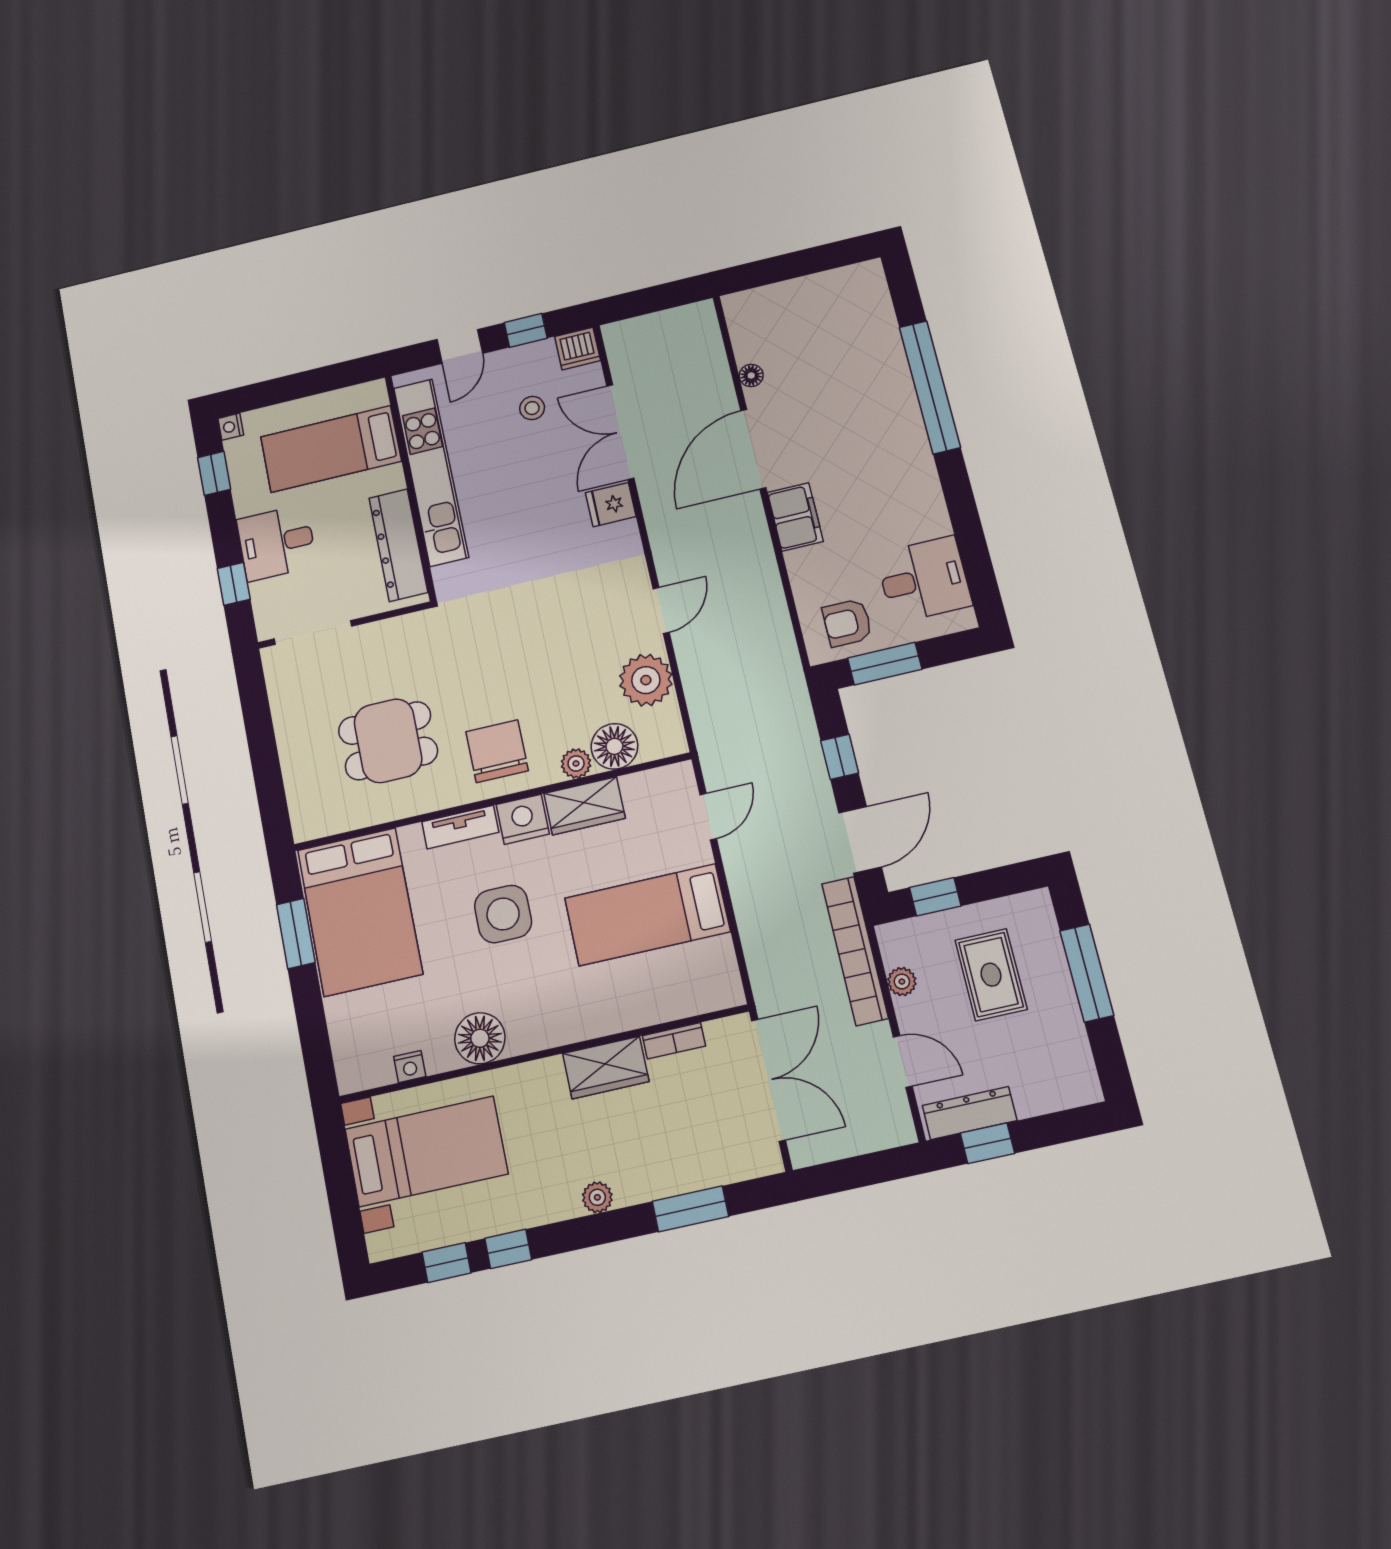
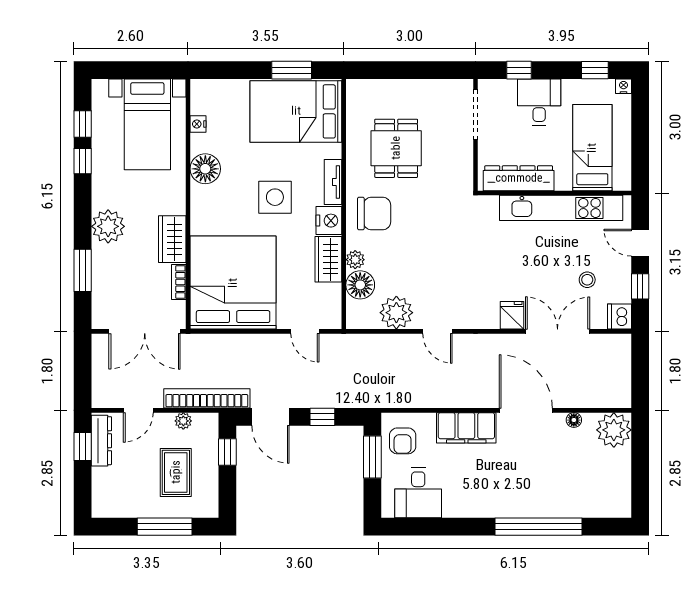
plant: (752, 315) -> (614, 430), added
filing cabinet: (795, 517) -> (466, 428), width x1.50, depth x1.17
armchair: (847, 623) -> (403, 441), turned 180
bed: (647, 915) -> (233, 283), width x2.04
rug: (991, 975) -> (176, 472), turned 90
plant: (597, 1197) -> (108, 226), width x1.87, depth x1.87

